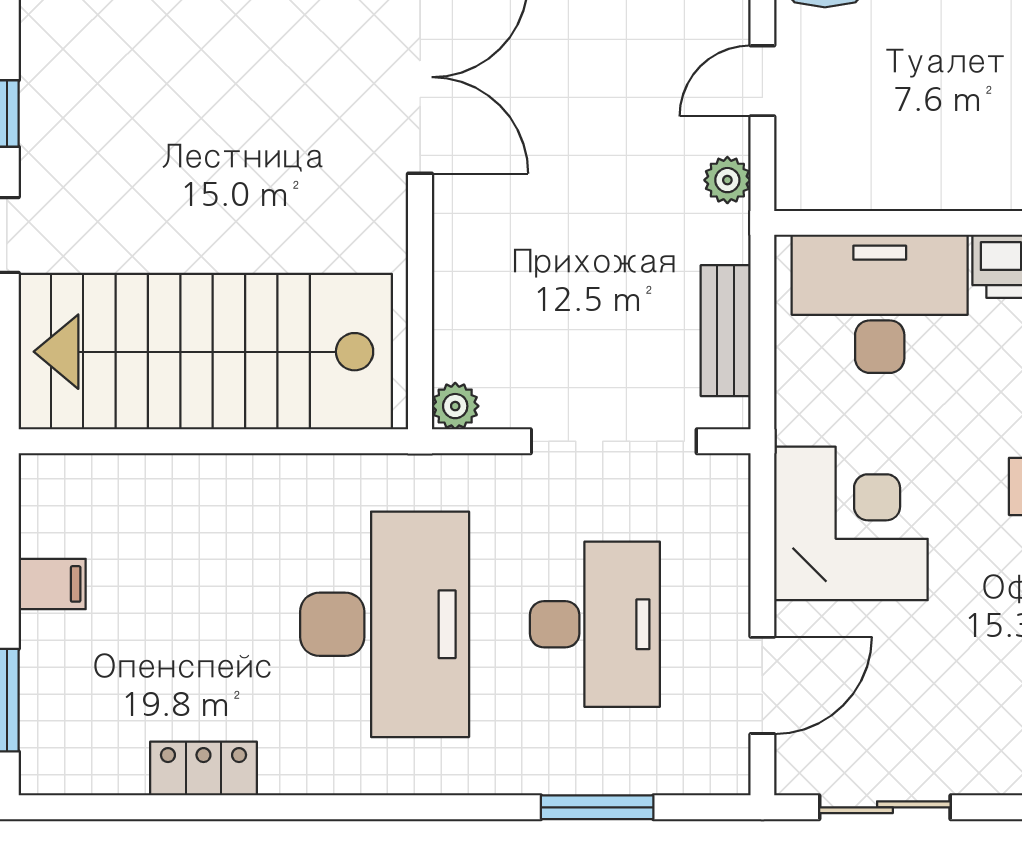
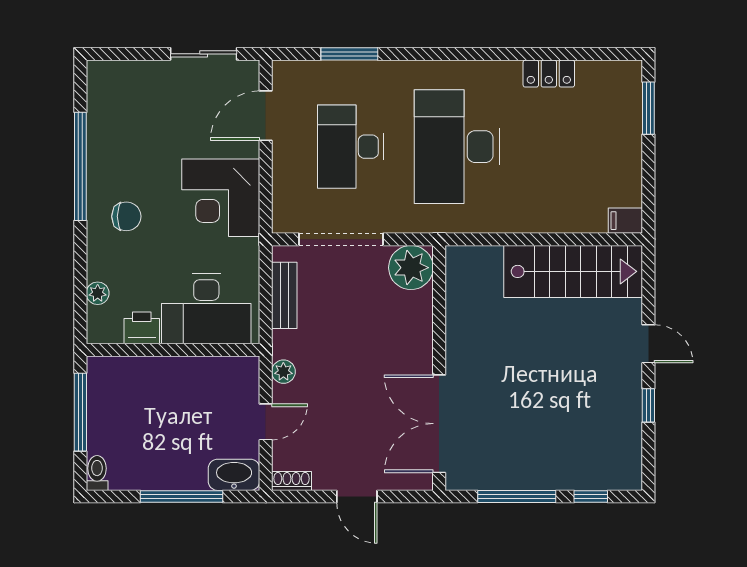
stairs: (205, 352) -> (573, 271), width x0.73, depth x0.66
plant: (455, 406) -> (411, 268), width x1.88, depth x1.88
filing cabinet: (52, 584) -> (625, 221), moved

